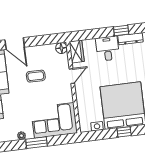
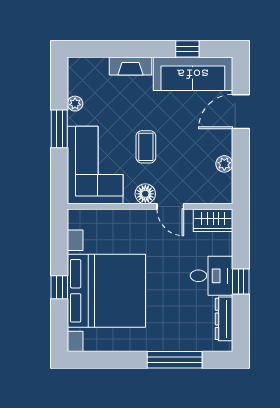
window: (121, 30) -> (241, 281), moved
floor lamp: (61, 48) -> (145, 194), moved
plant: (45, 49) -> (224, 164), added
coffee table: (36, 76) -> (146, 147), moved

